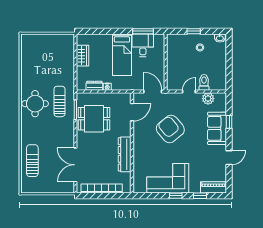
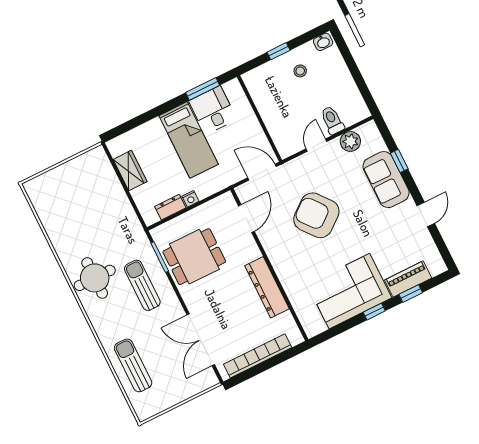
sun lounger: (60, 101) -> (142, 285), moved
piano: (213, 187) -> (408, 279), moved

